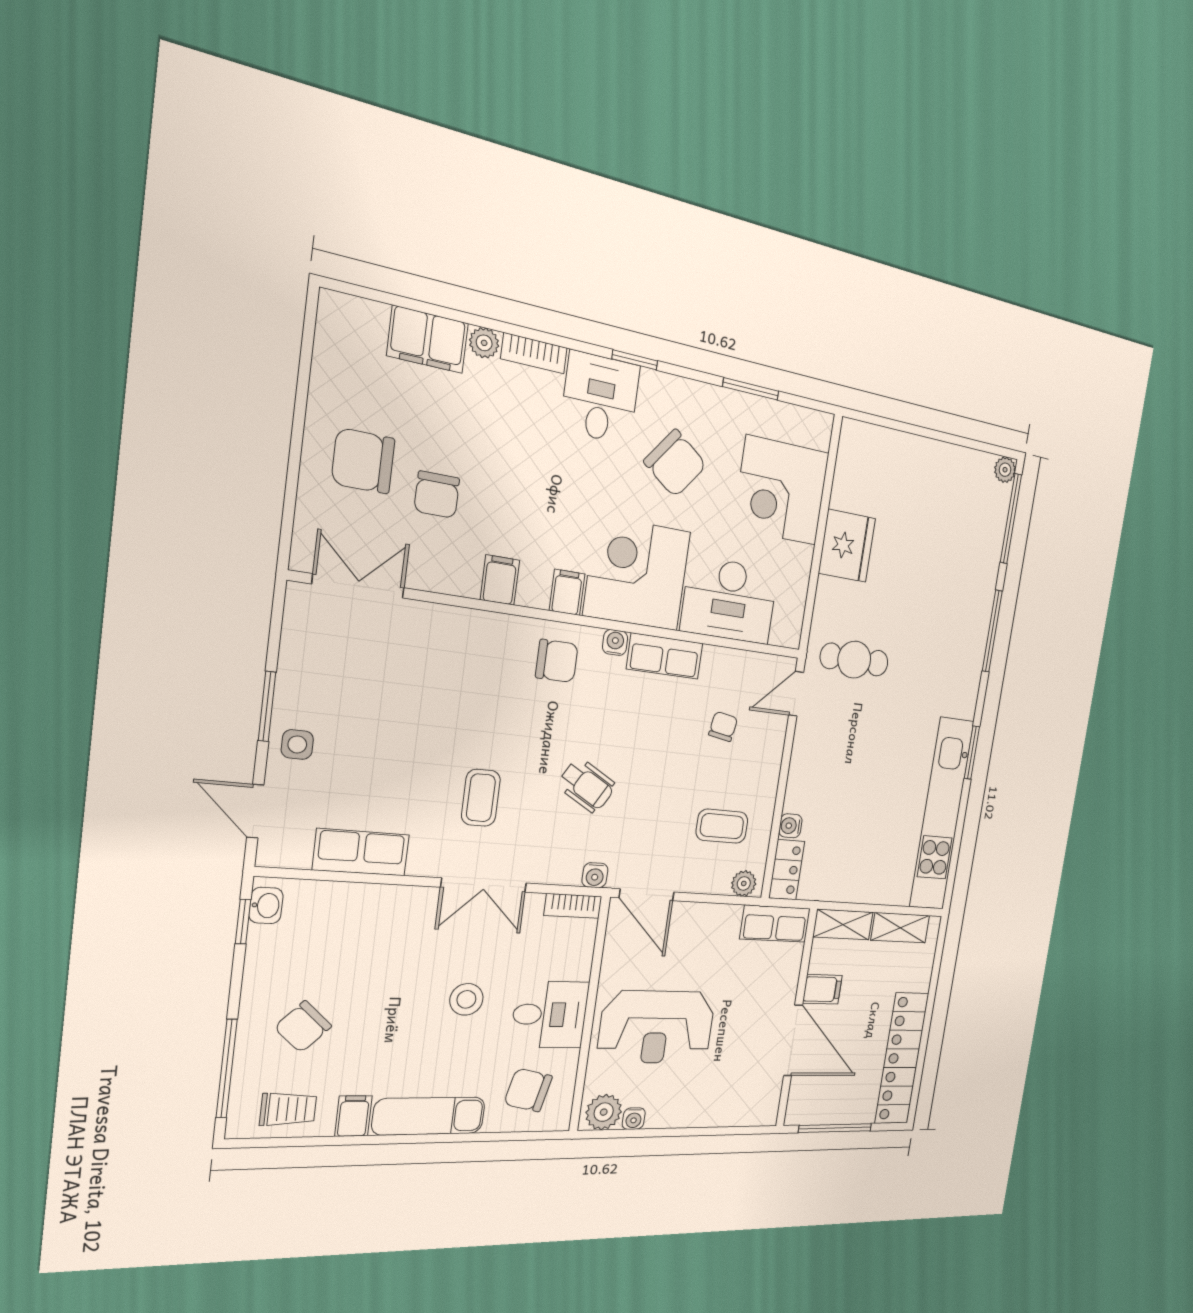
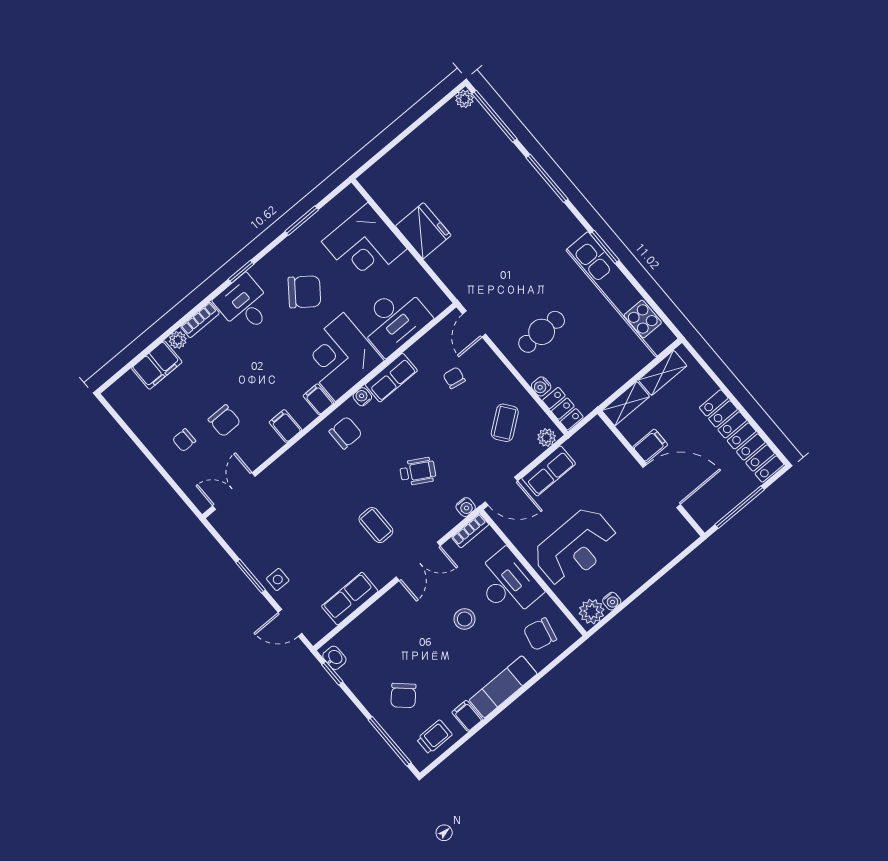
chair: (363, 461) -> (184, 440), width x0.54, depth x0.54
cafe table: (854, 660) -> (542, 332), moved
coffee table: (722, 826) -> (505, 423), turned -37
row of seats: (775, 924) -> (549, 471), moved
desk: (550, 1015) -> (507, 584), width x1.37

